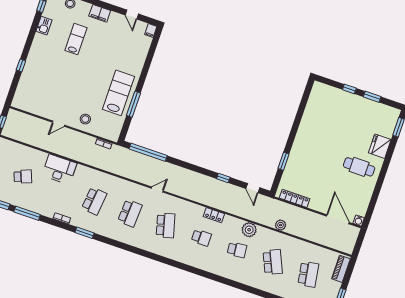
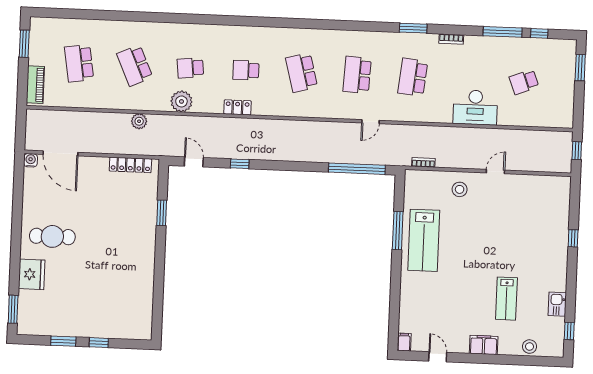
door: (157, 190) -> (370, 122), moved

